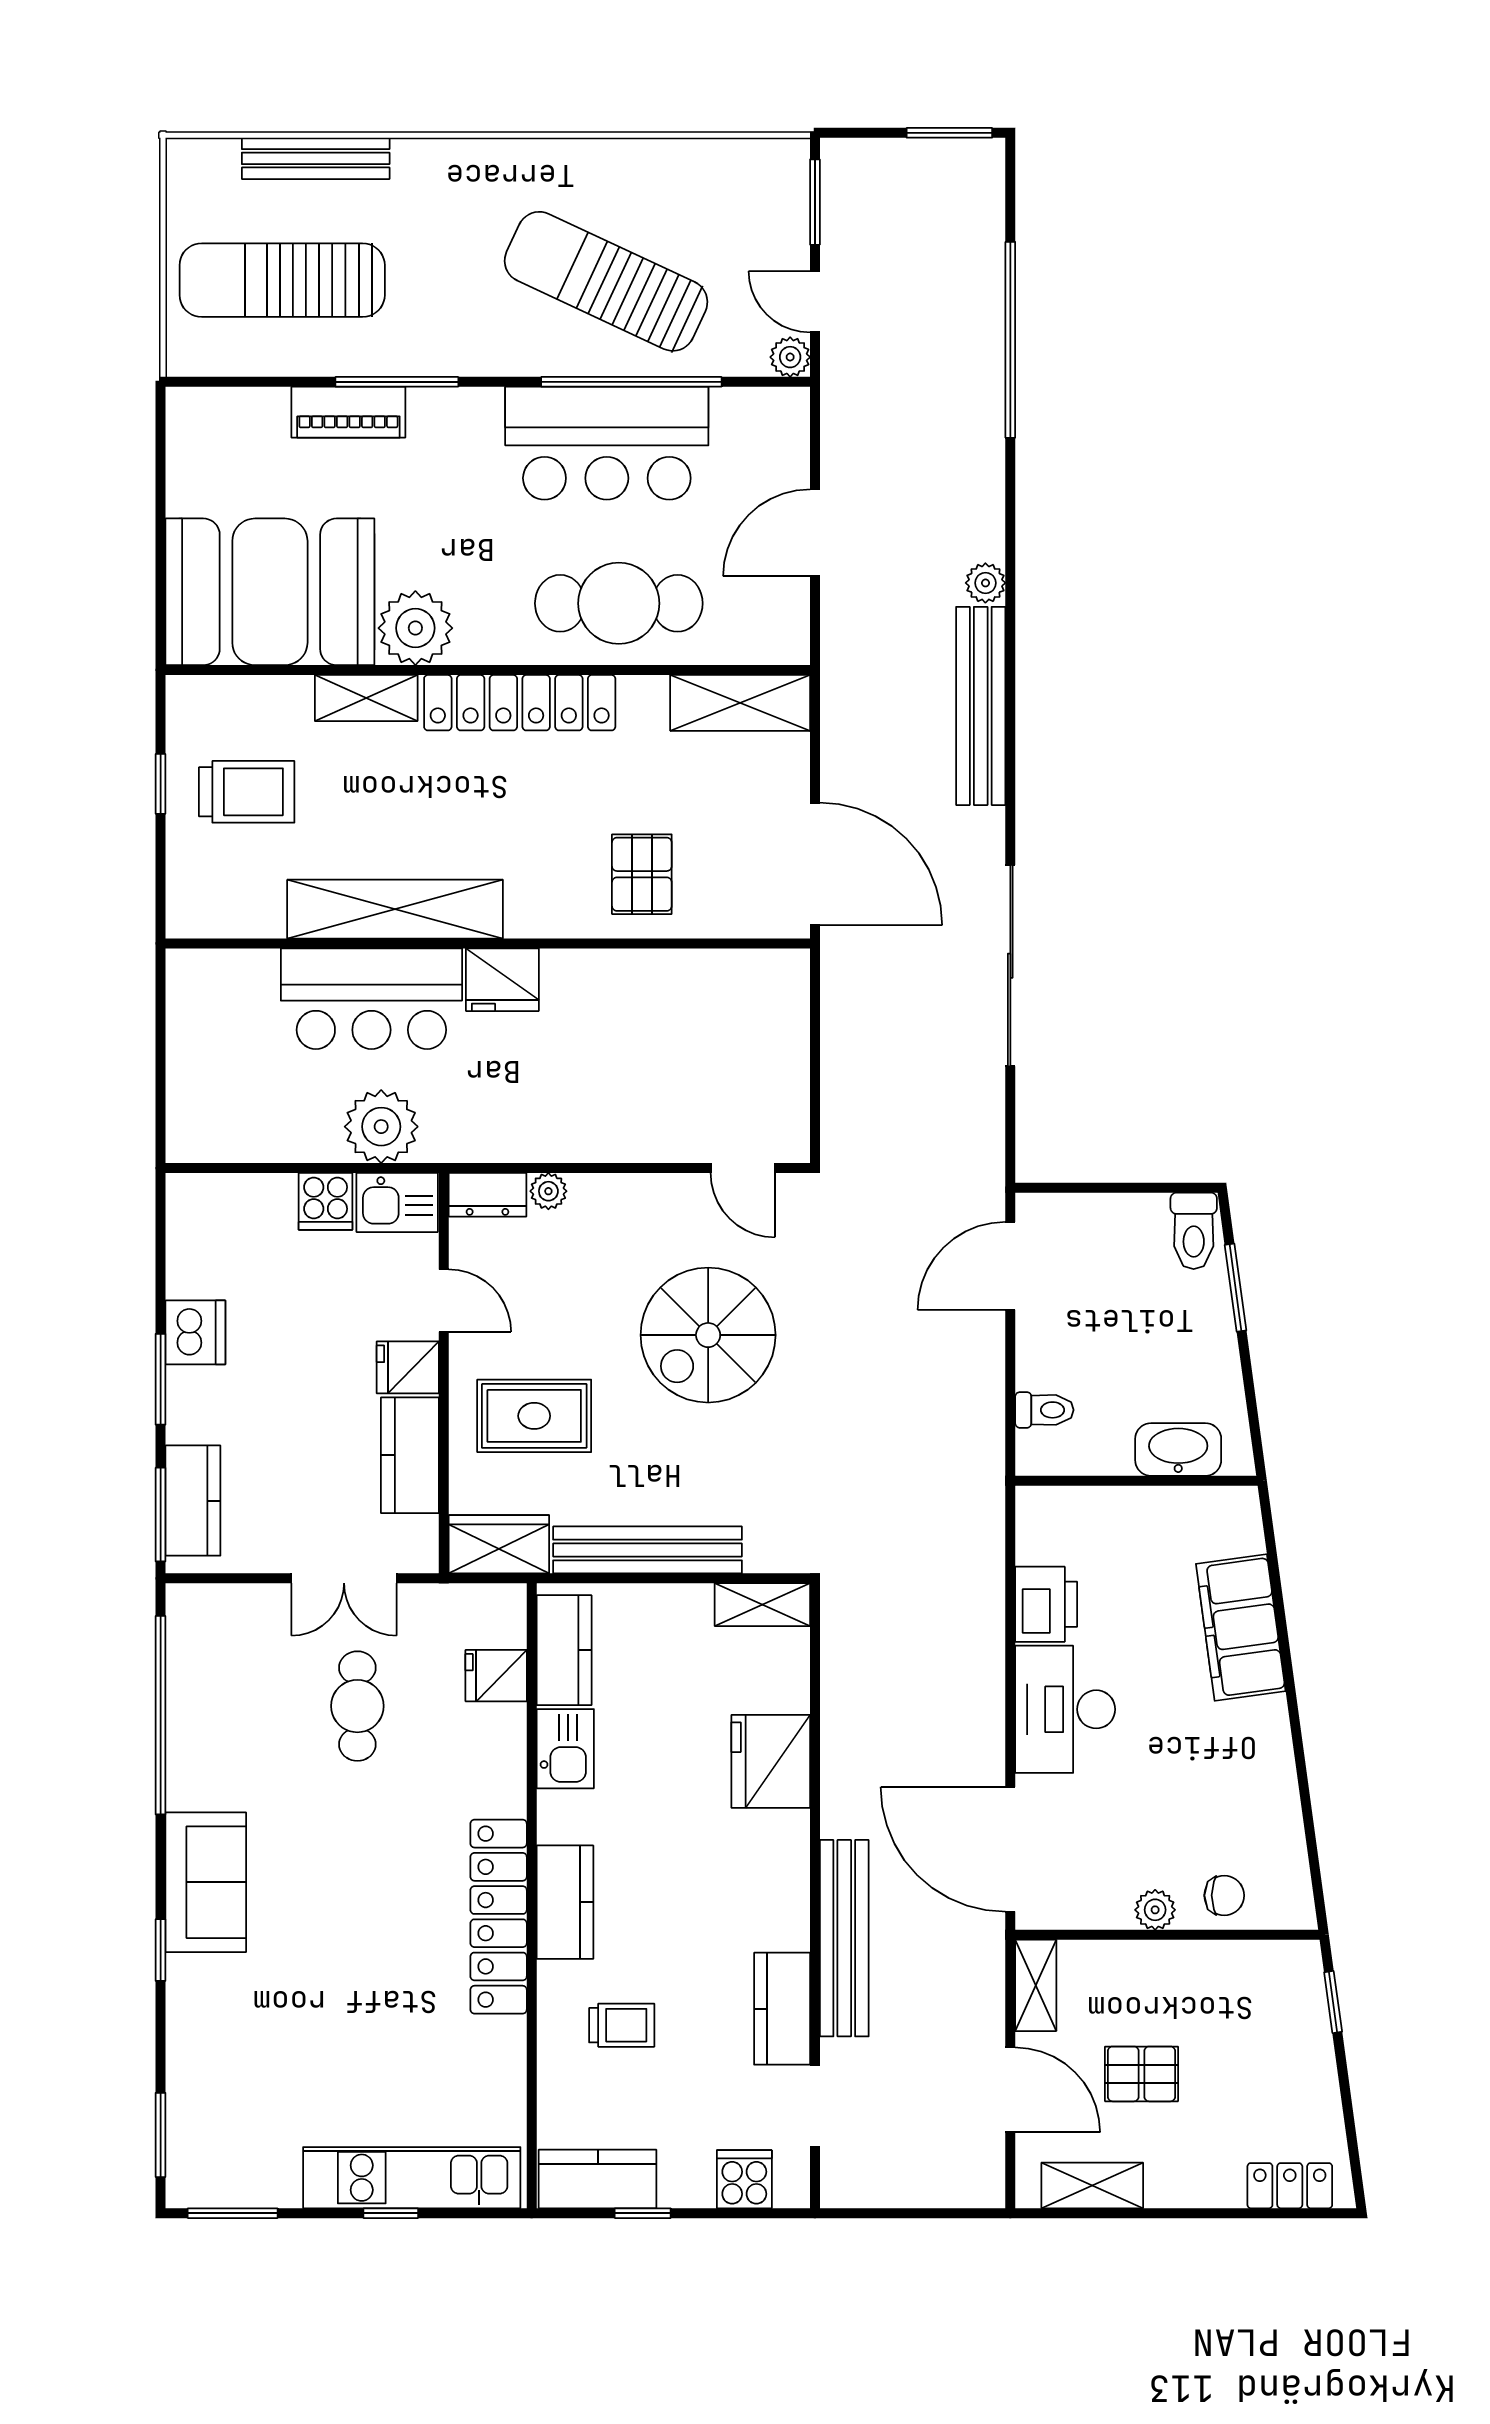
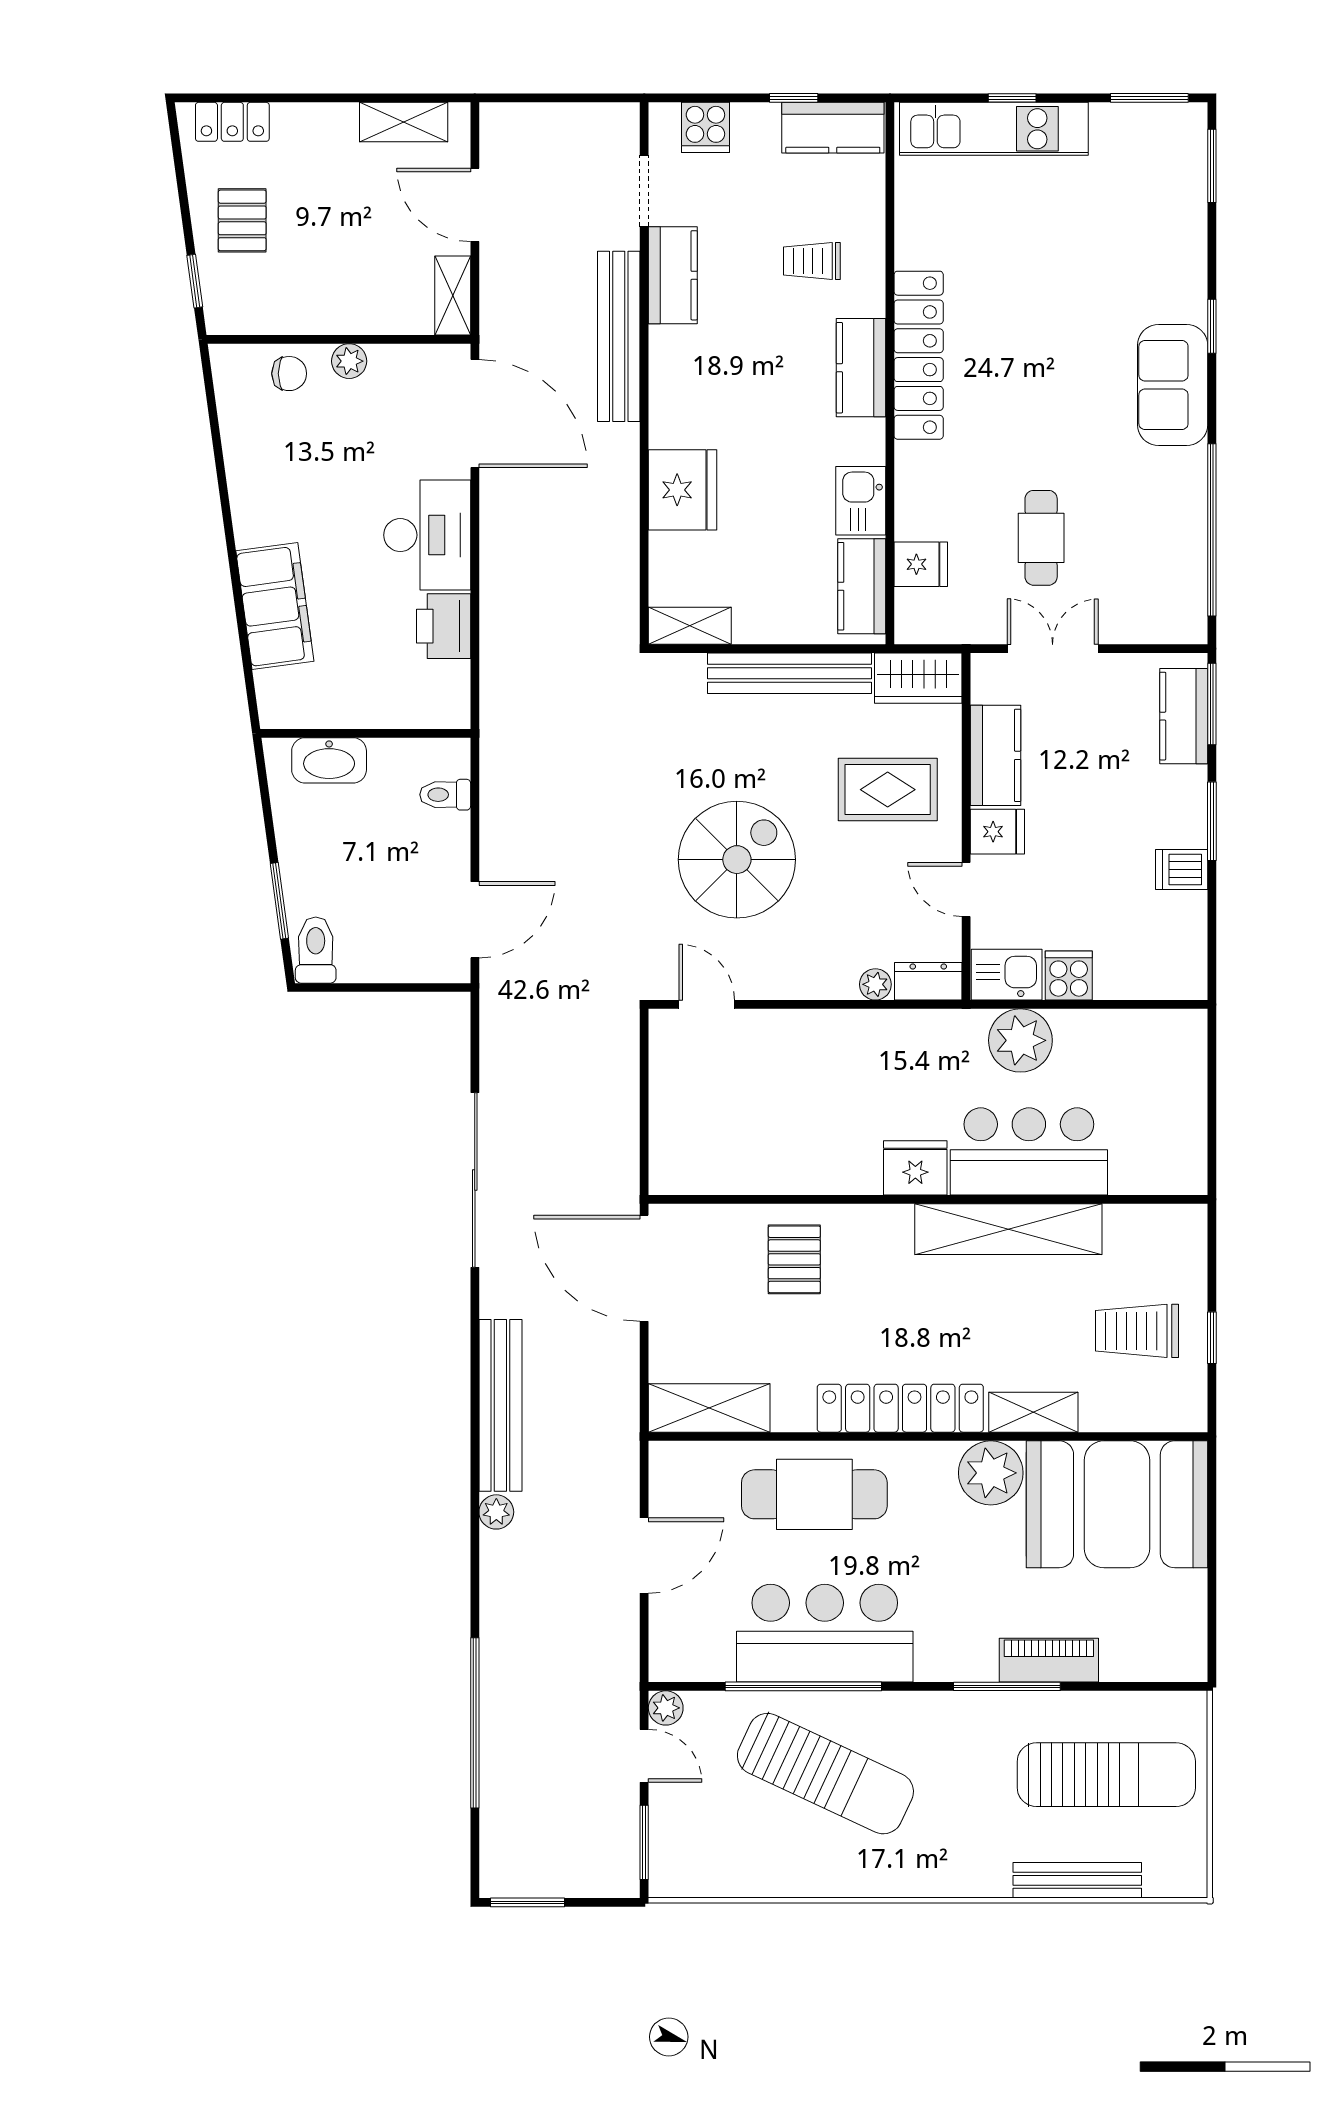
dishwasher: (195, 1332) -> (1182, 870), width x0.73
chair: (1224, 1895) -> (289, 374), turned 180
pallet: (1141, 2074) -> (242, 220), moved, turned 90

